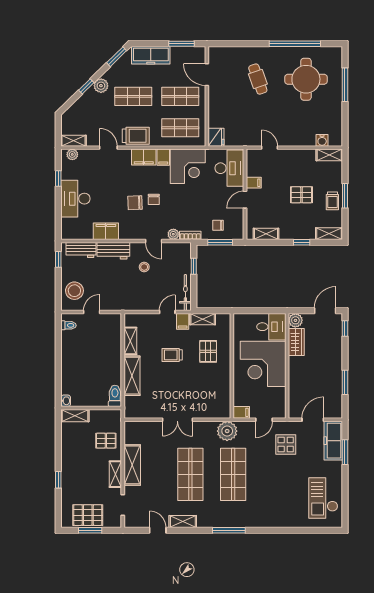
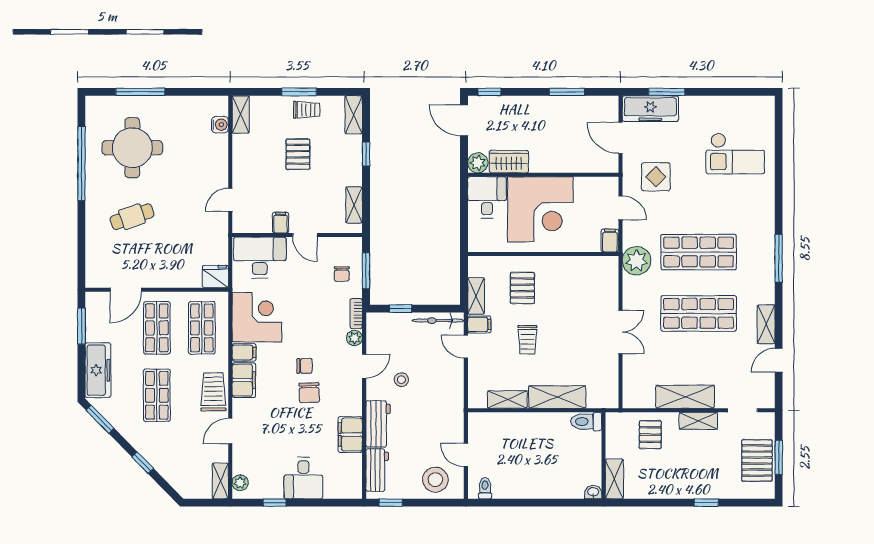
plant: (101, 86) -> (142, 442), removed
desk: (75, 199) -> (303, 478), width x0.73
pallet: (208, 351) -> (522, 288), turned 90
checkout: (323, 498) -> (735, 153), moved

